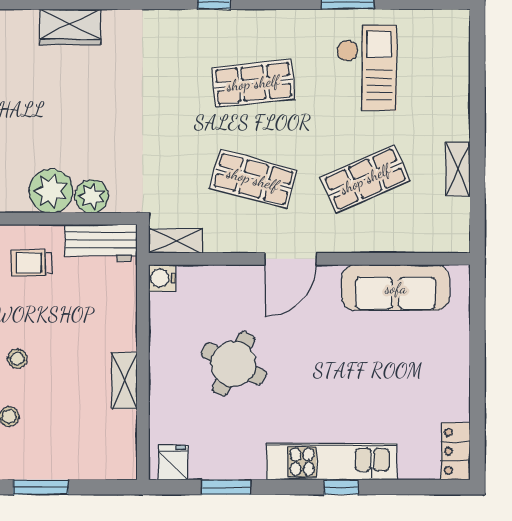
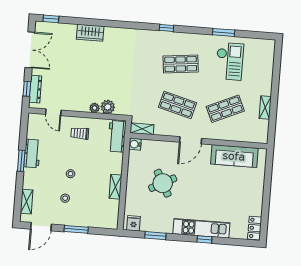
wardrobe: (70, 27) -> (90, 33), moved
plant: (51, 191) -> (95, 108), width x0.53, depth x0.53
workbench: (101, 243) -> (117, 136), moved, turned 90
round table: (234, 364) -> (163, 183), turned 35

